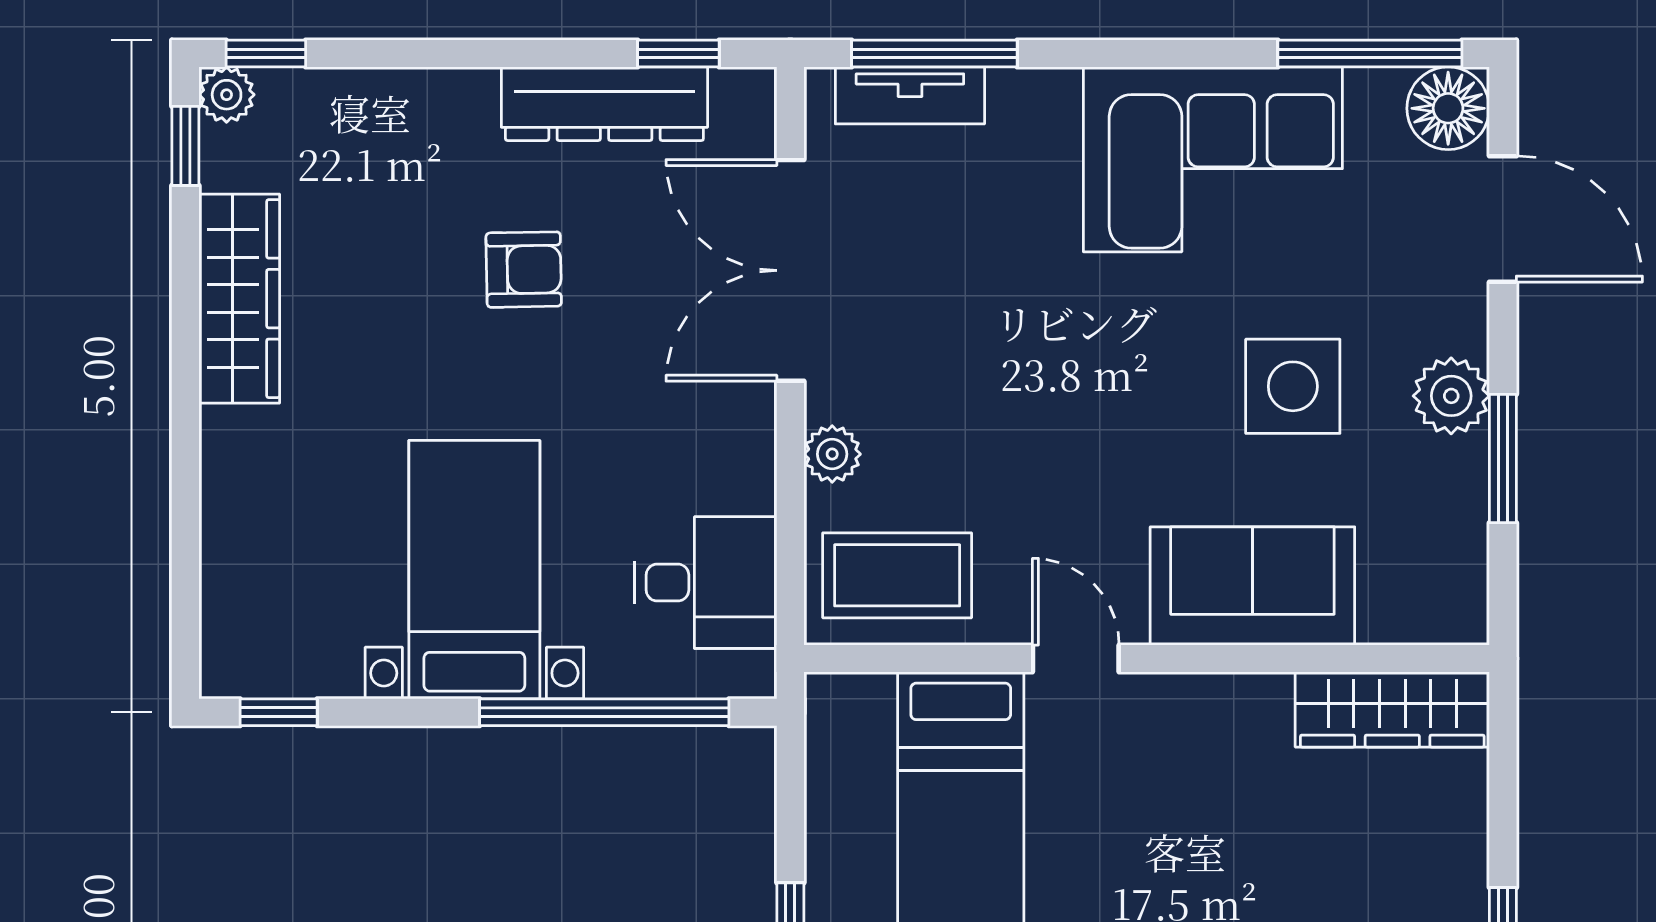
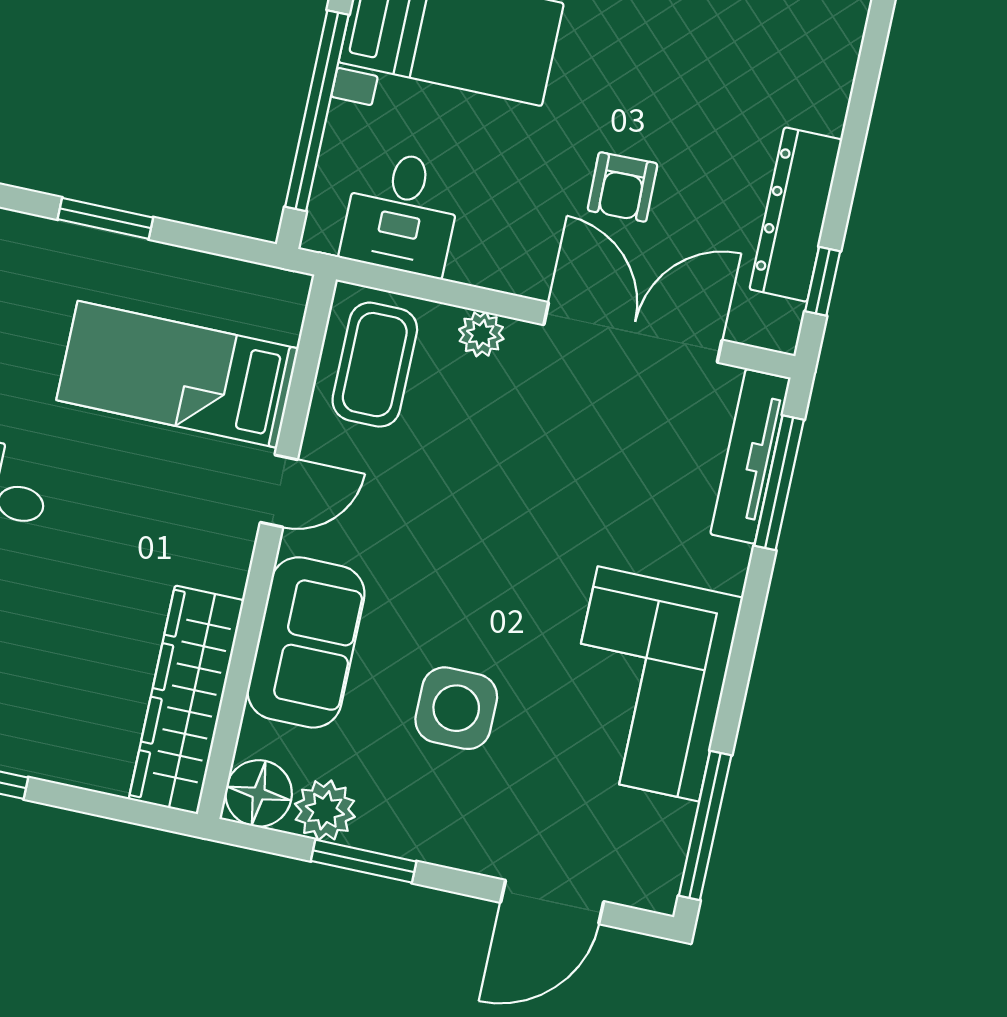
tv unit: (910, 95) -> (750, 456), width x1.41
floor lamp: (1448, 108) -> (259, 793), moved
armchair: (524, 270) -> (623, 187), moved
plant: (1451, 396) -> (325, 810), moved
wardrobe: (1392, 709) -> (186, 700), width x1.40, depth x1.17

